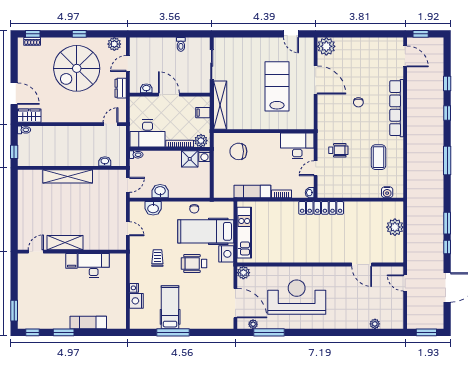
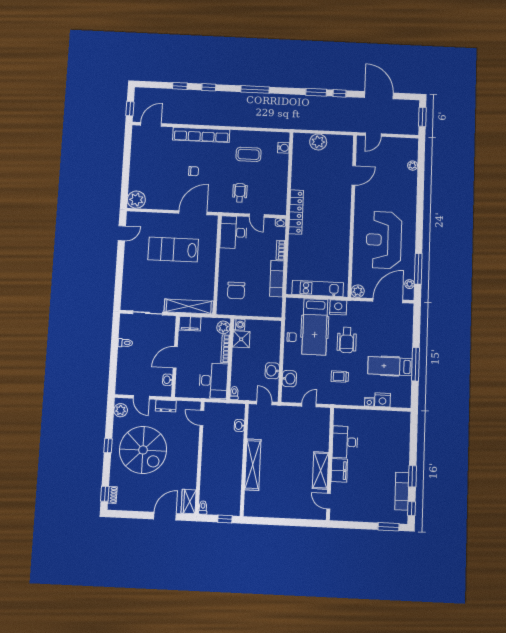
door: (316, 80) -> (193, 213), moved
filing cabinet: (203, 113) -> (190, 324), width x2.00
filing cabinet: (72, 261) -> (339, 470), width x2.00
exam couch: (88, 322) -> (402, 491), moved

